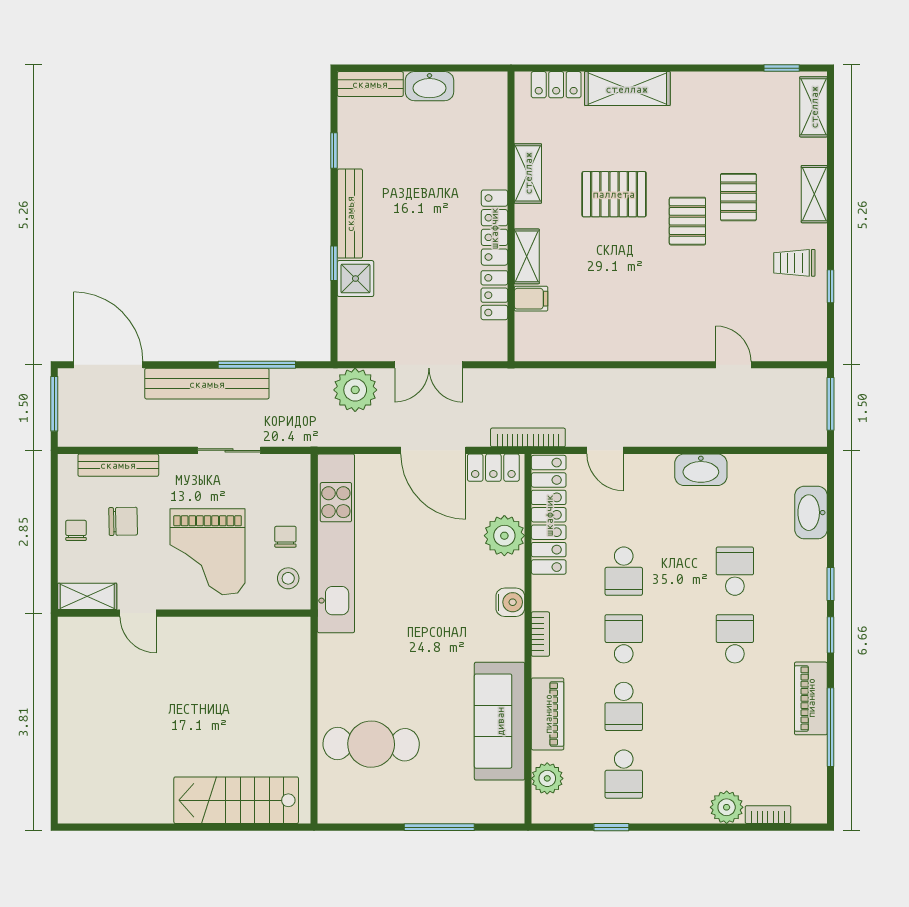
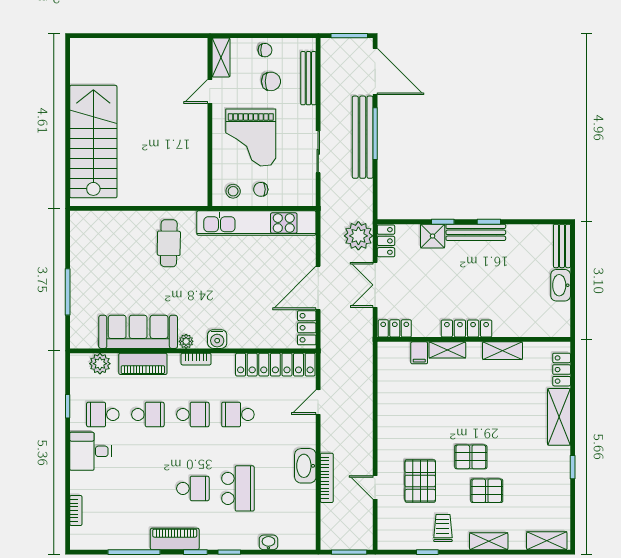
window: (782, 68) -> (573, 467), moved
window: (334, 151) -> (489, 222), moved
pallet: (614, 194) -> (420, 481), moved
locker: (494, 295) -> (395, 328), moved
locker: (363, 349) -> (386, 241), added
door: (108, 365) -> (375, 72), hinge flipped
window: (257, 365) -> (375, 134), moved
door: (733, 365) -> (375, 487), swing flipped
bookcase: (528, 437) -> (327, 478), moved
washbasin: (811, 513) -> (268, 542), width x0.52, depth x0.69
chair: (123, 521) -> (271, 81), turned -89
plant: (504, 536) -> (186, 341), moved, width x0.53, depth x0.53
chair: (285, 537) -> (261, 189), turned 180
grand piano: (208, 552) -> (251, 138), turned -90
school desk: (735, 571) -> (238, 488), width x1.85
piano: (811, 698) -> (175, 539), moved
school desk: (624, 706) -> (148, 415), turned 180
cafe table: (371, 744) -> (169, 243), moved, width x0.73, depth x0.74
desk: (679, 793) -> (91, 451), added
stairs: (236, 800) -> (93, 142), width x1.36, depth x1.51
plant: (727, 807) -> (81, 483), removed

